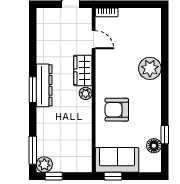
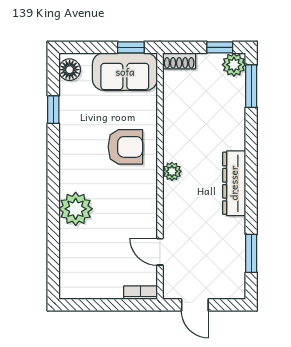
wardrobe: (83, 70) -> (176, 206), removed
window: (33, 90) -> (251, 253), moved
floor lamp: (154, 146) -> (70, 70), moved
shoe rack: (81, 167) -> (179, 61), added

